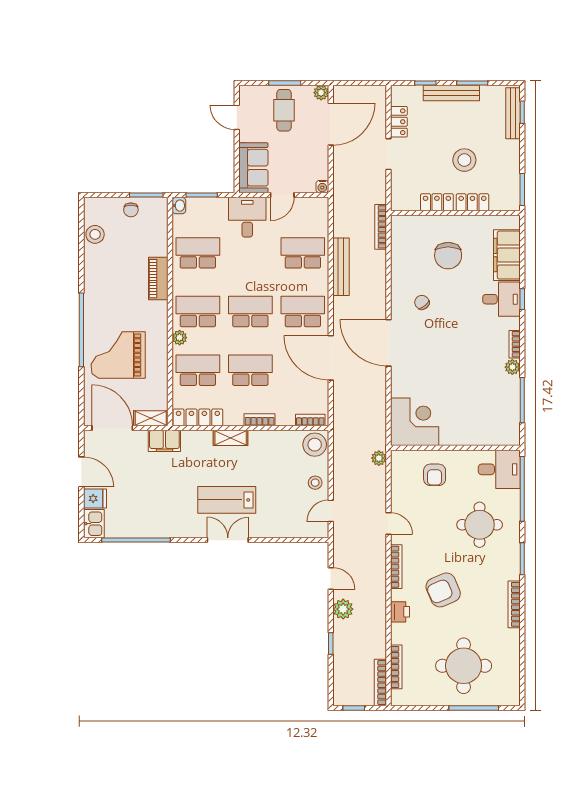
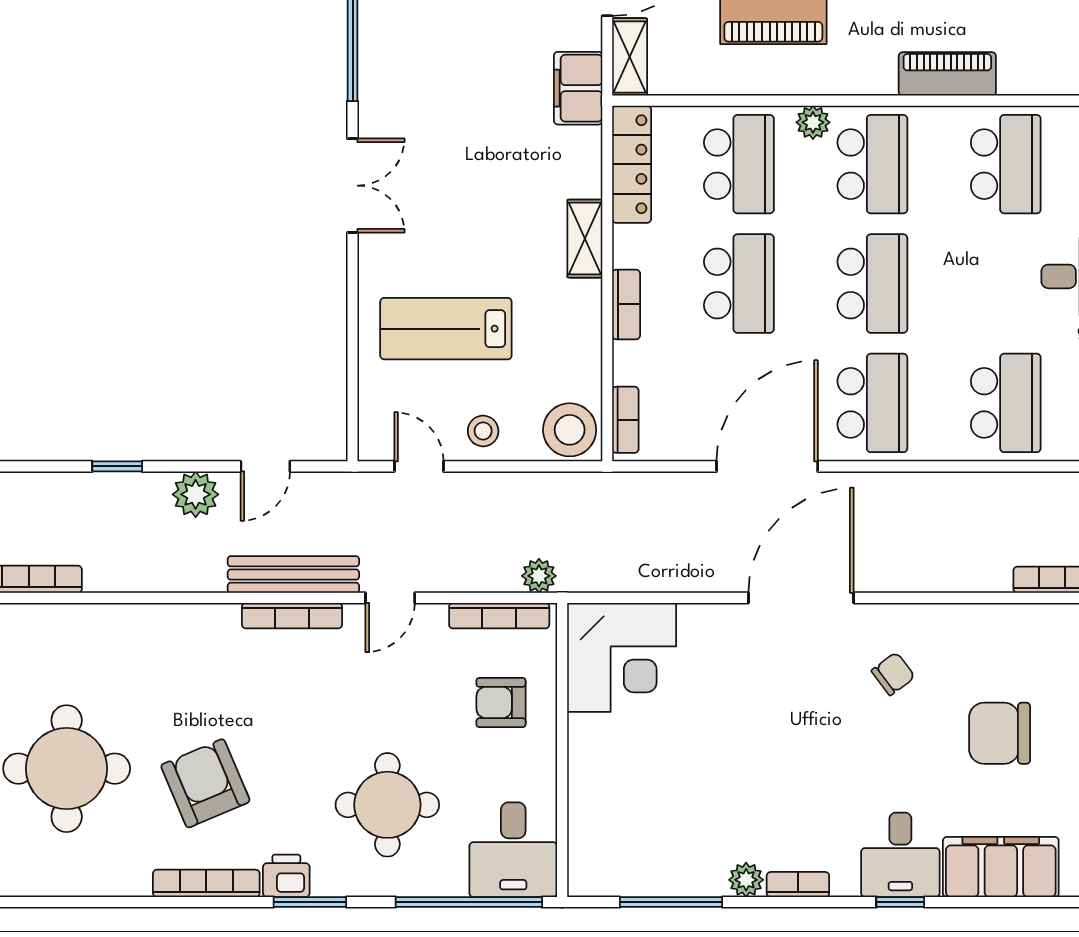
bench: (341, 267) -> (293, 575), moved
lab bench: (227, 500) -> (446, 329), moved, turned -90
double door: (228, 540) -> (353, 186), moved
armchair: (443, 590) -> (205, 783), moved
printer: (400, 612) -> (286, 876), moved, turned 180
bookcase: (396, 667) -> (499, 616), moved

